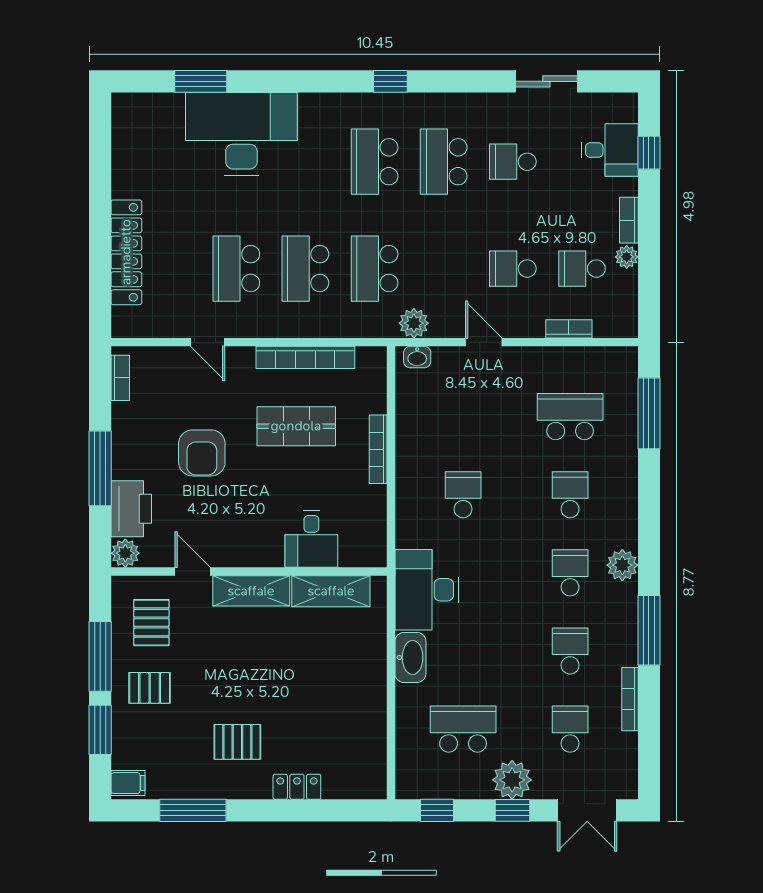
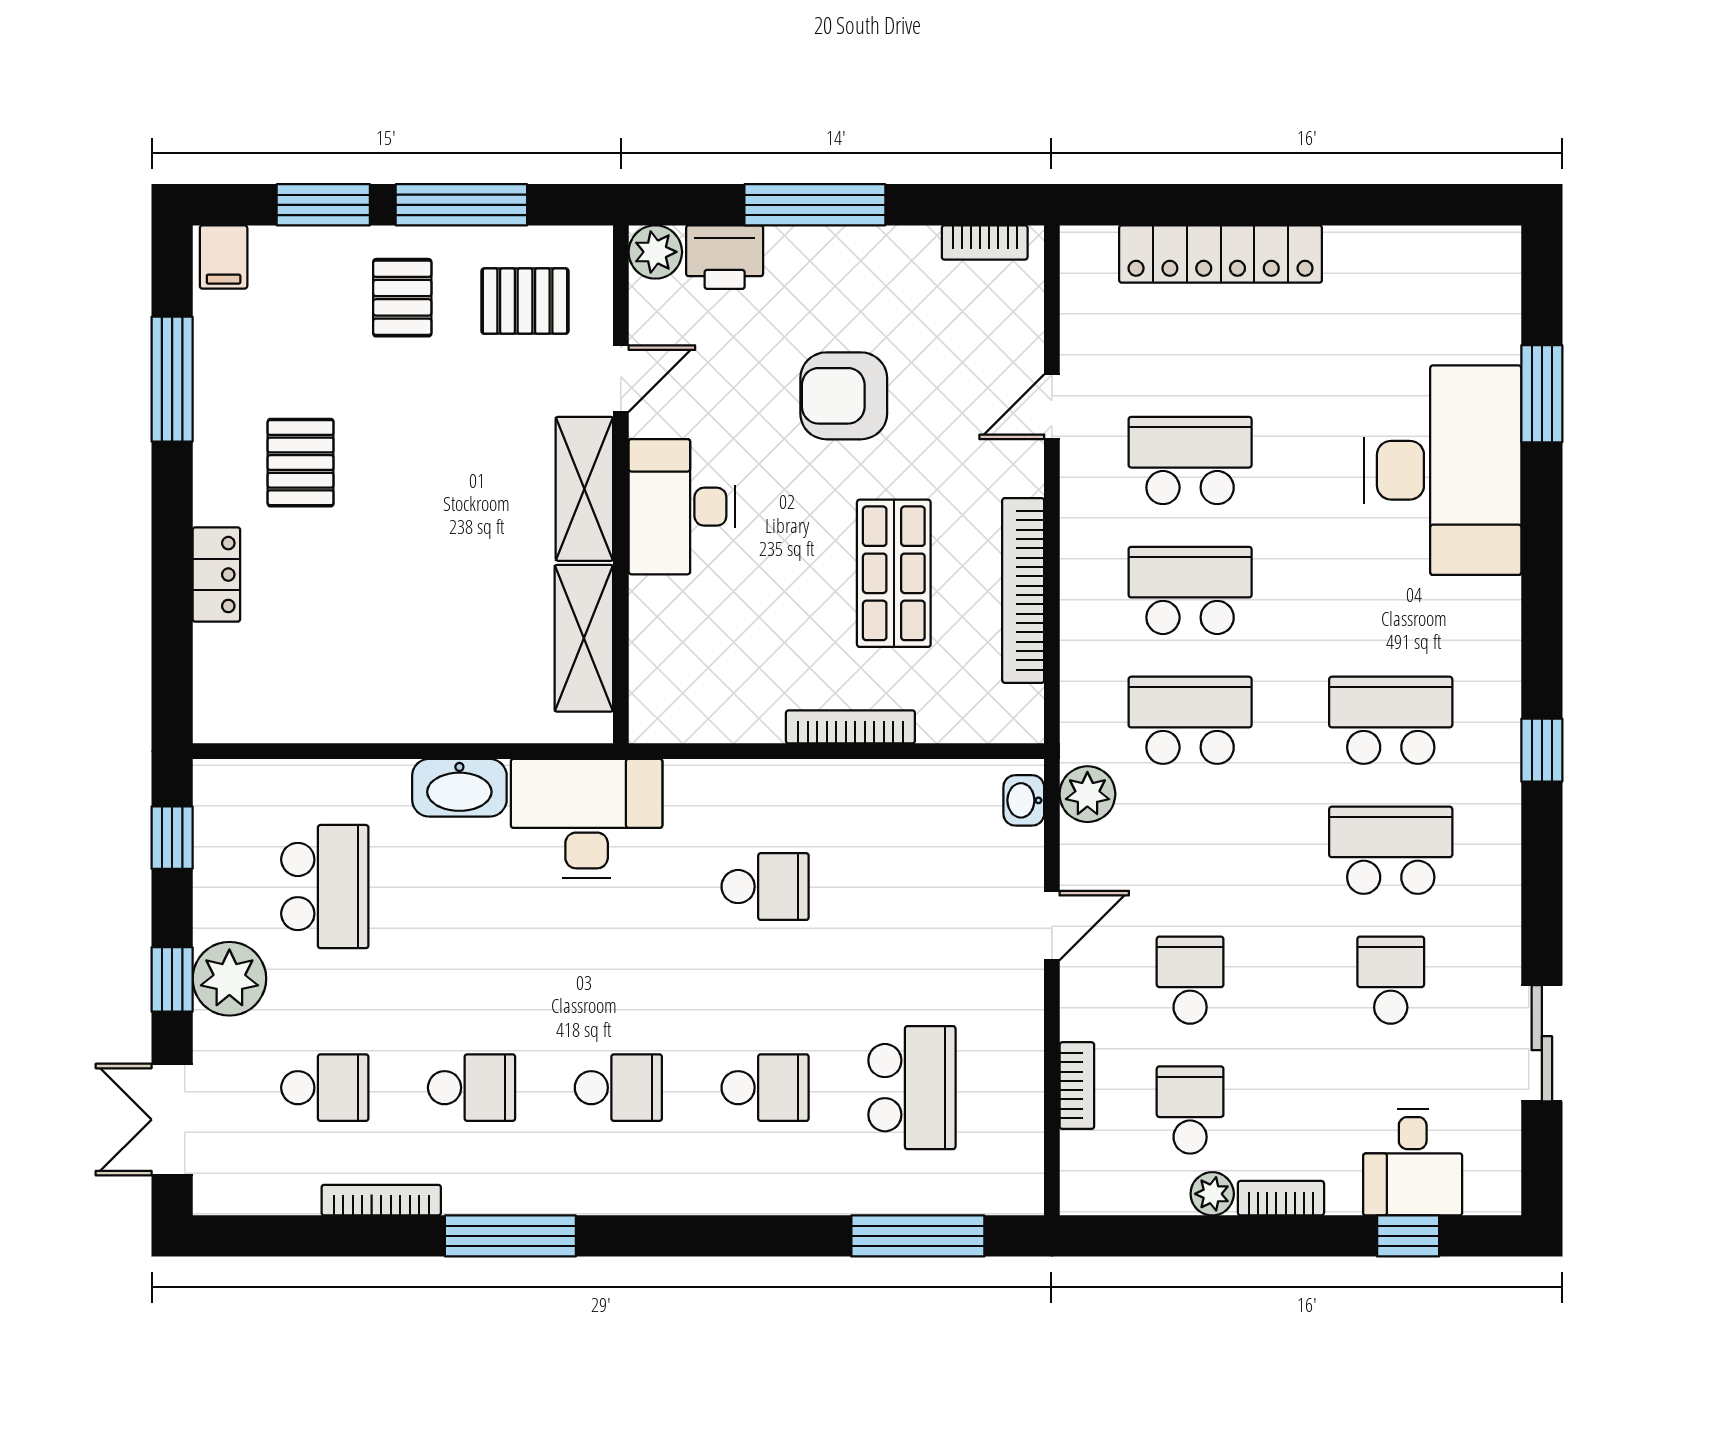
printer: (131, 509) -> (725, 257), width x0.73, depth x0.84
desk: (311, 539) -> (682, 507), moved, width x1.37
plant: (622, 565) -> (633, 1186), removed

